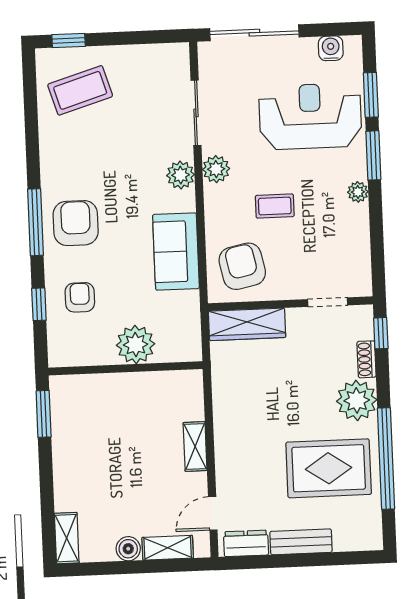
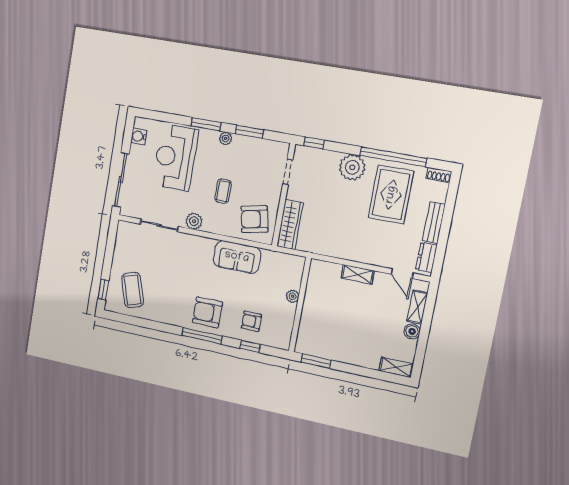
window: (371, 95) -> (249, 132), moved
plant: (181, 175) -> (193, 243), removed
plant: (136, 345) -> (292, 296), width x0.53, depth x0.53
shoe rack: (367, 359) -> (439, 175), moved

